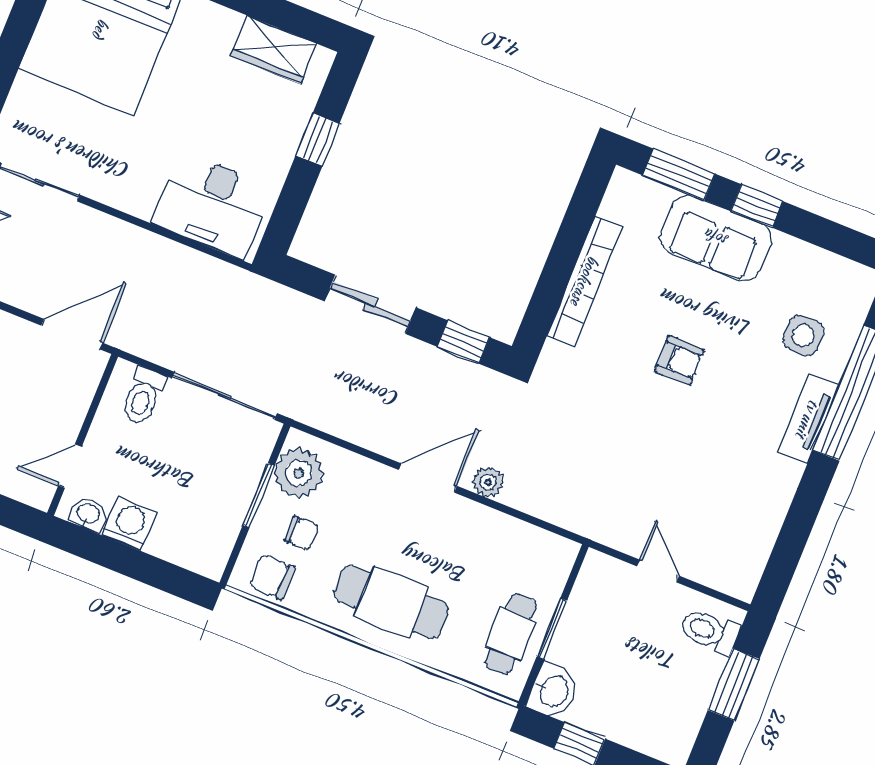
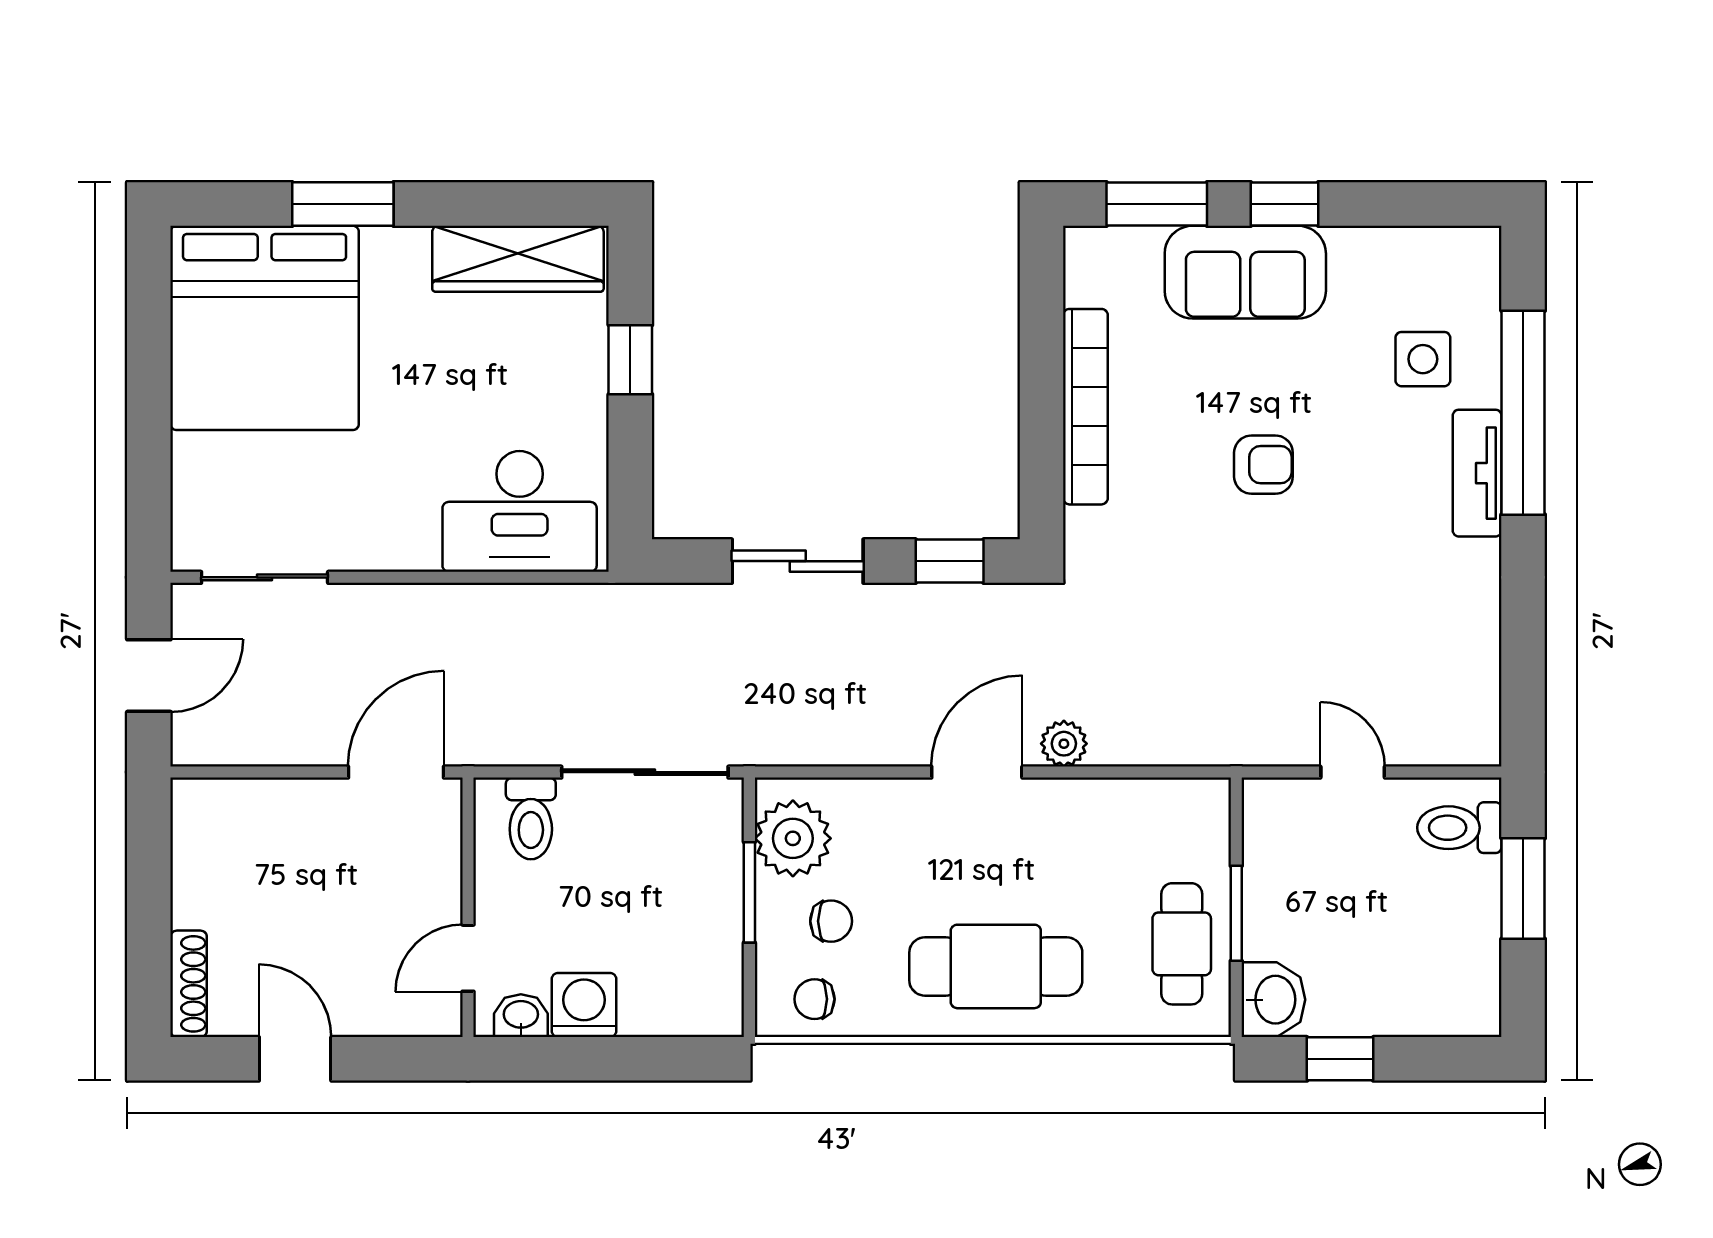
wardrobe: (274, 50) -> (518, 259), width x1.50
chair: (272, 577) -> (814, 999), width x0.73, depth x0.73

